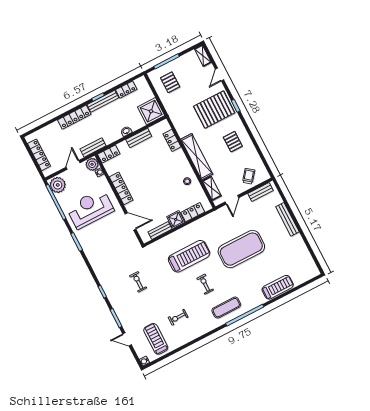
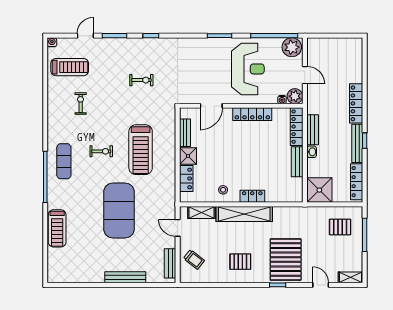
locker: (126, 90) -> (357, 182), width x1.53
locker: (172, 140) -> (252, 196), moved
bench: (93, 147) -> (313, 130), moved
locker: (109, 154) -> (297, 127), width x1.53
locker: (39, 155) -> (335, 44), removed

